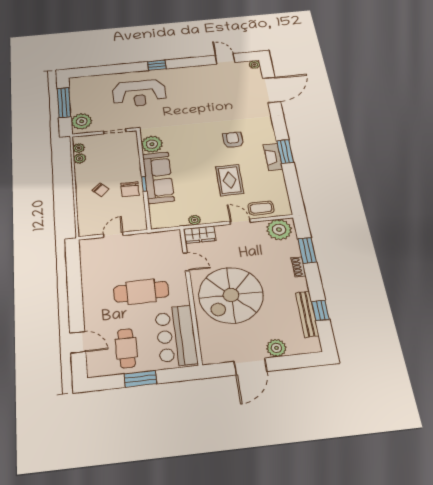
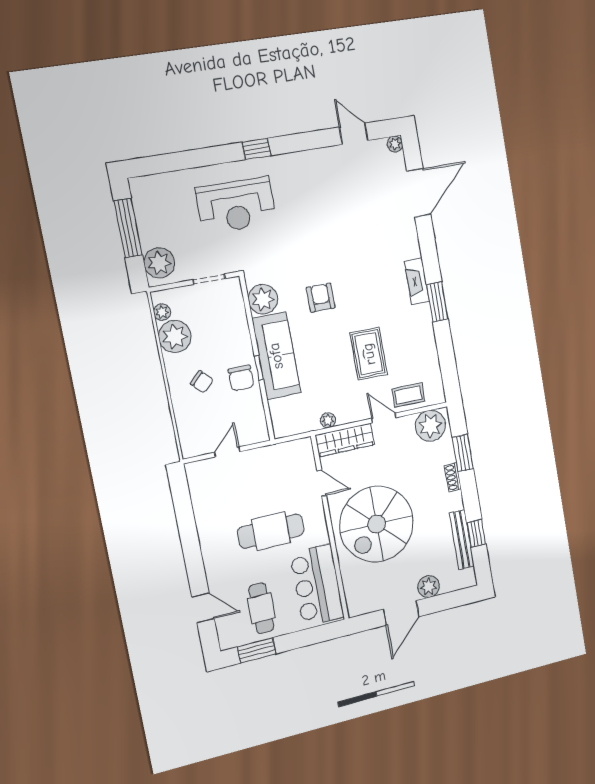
armchair: (233, 140) -> (321, 298), moved
fireplace: (273, 157) -> (417, 281), moved
plant: (80, 158) -> (175, 336), width x1.88, depth x1.88
wardrobe: (200, 235) -> (345, 440), width x1.50
window: (140, 379) -> (257, 650), moved

